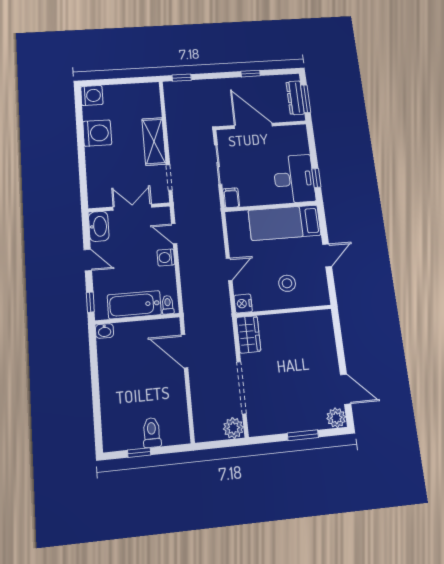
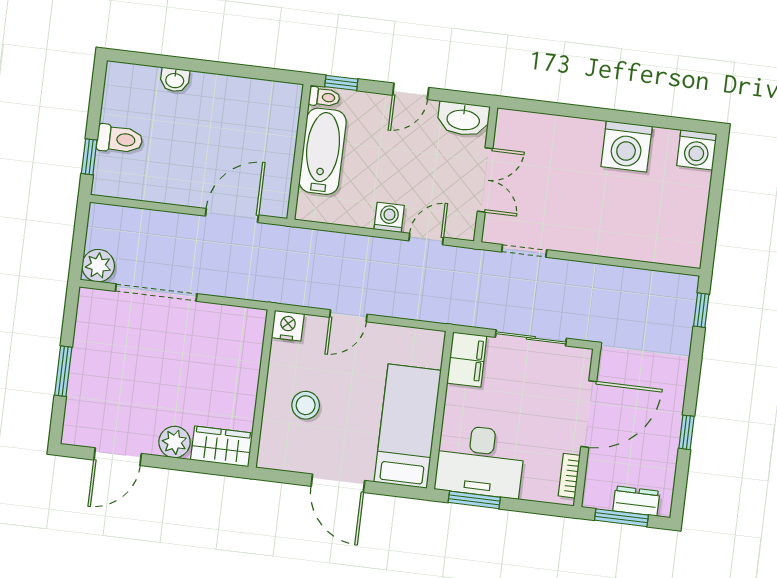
dresser: (295, 98) -> (636, 501), width x0.70
bookcase: (290, 130) -> (569, 476), added
shelving: (154, 141) -> (593, 239), removed
window: (316, 178) -> (474, 500), width x1.50
filing cabinet: (231, 198) -> (467, 360), width x2.00
door: (327, 255) -> (338, 483), width x1.37
door: (229, 269) -> (348, 316), hinge flipped
toilet: (168, 305) -> (324, 97), moved
washbasin: (105, 331) -> (175, 80), moved, turned -90
wardrobe: (248, 334) -> (222, 446), moved, turned 180
plant: (336, 418) -> (175, 442), moved
window: (139, 453) -> (89, 157), moved

